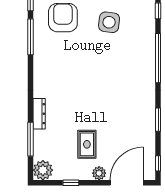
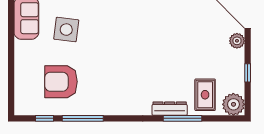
window: (30, 139) -> (182, 118), moved
rug: (87, 144) -> (205, 95), moved, turned 90

